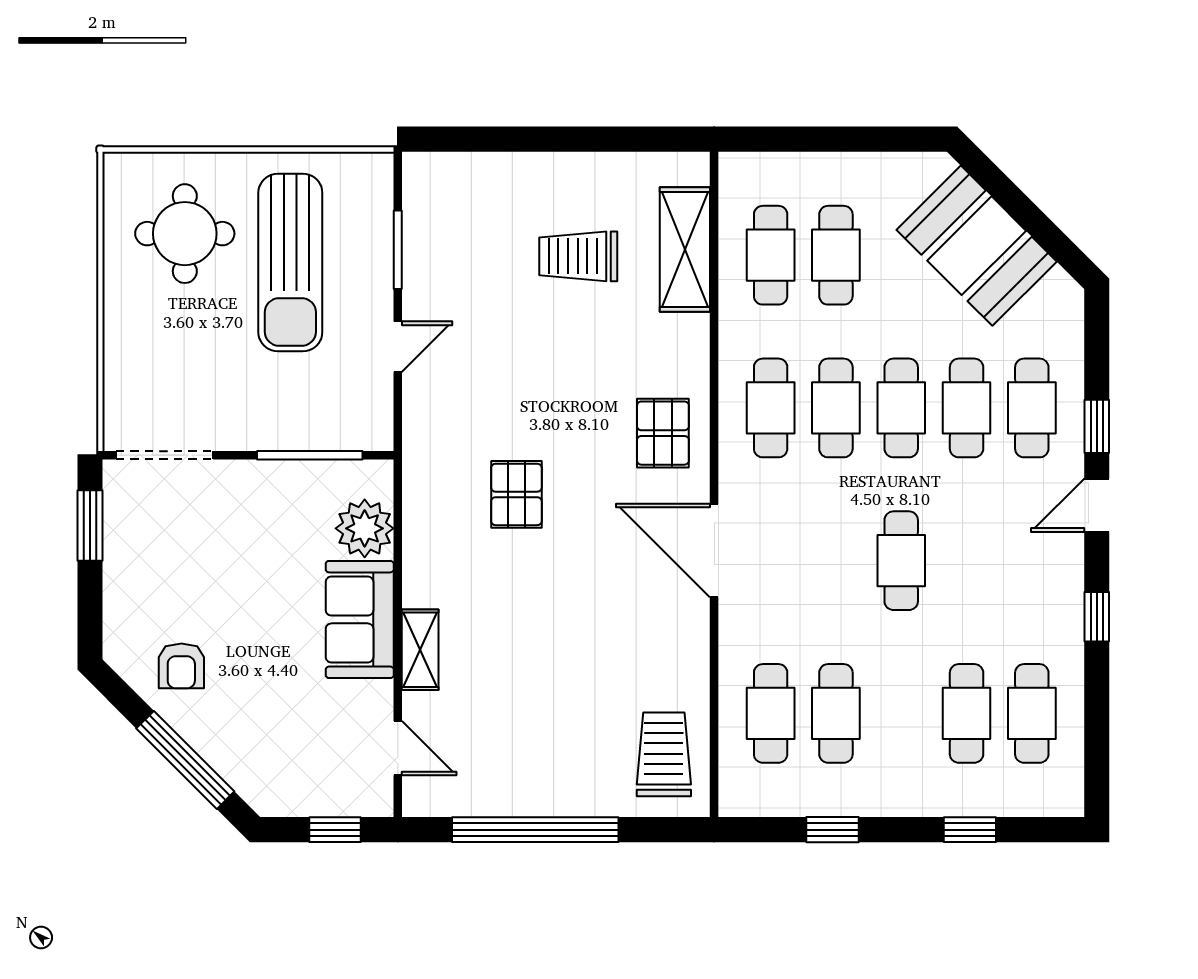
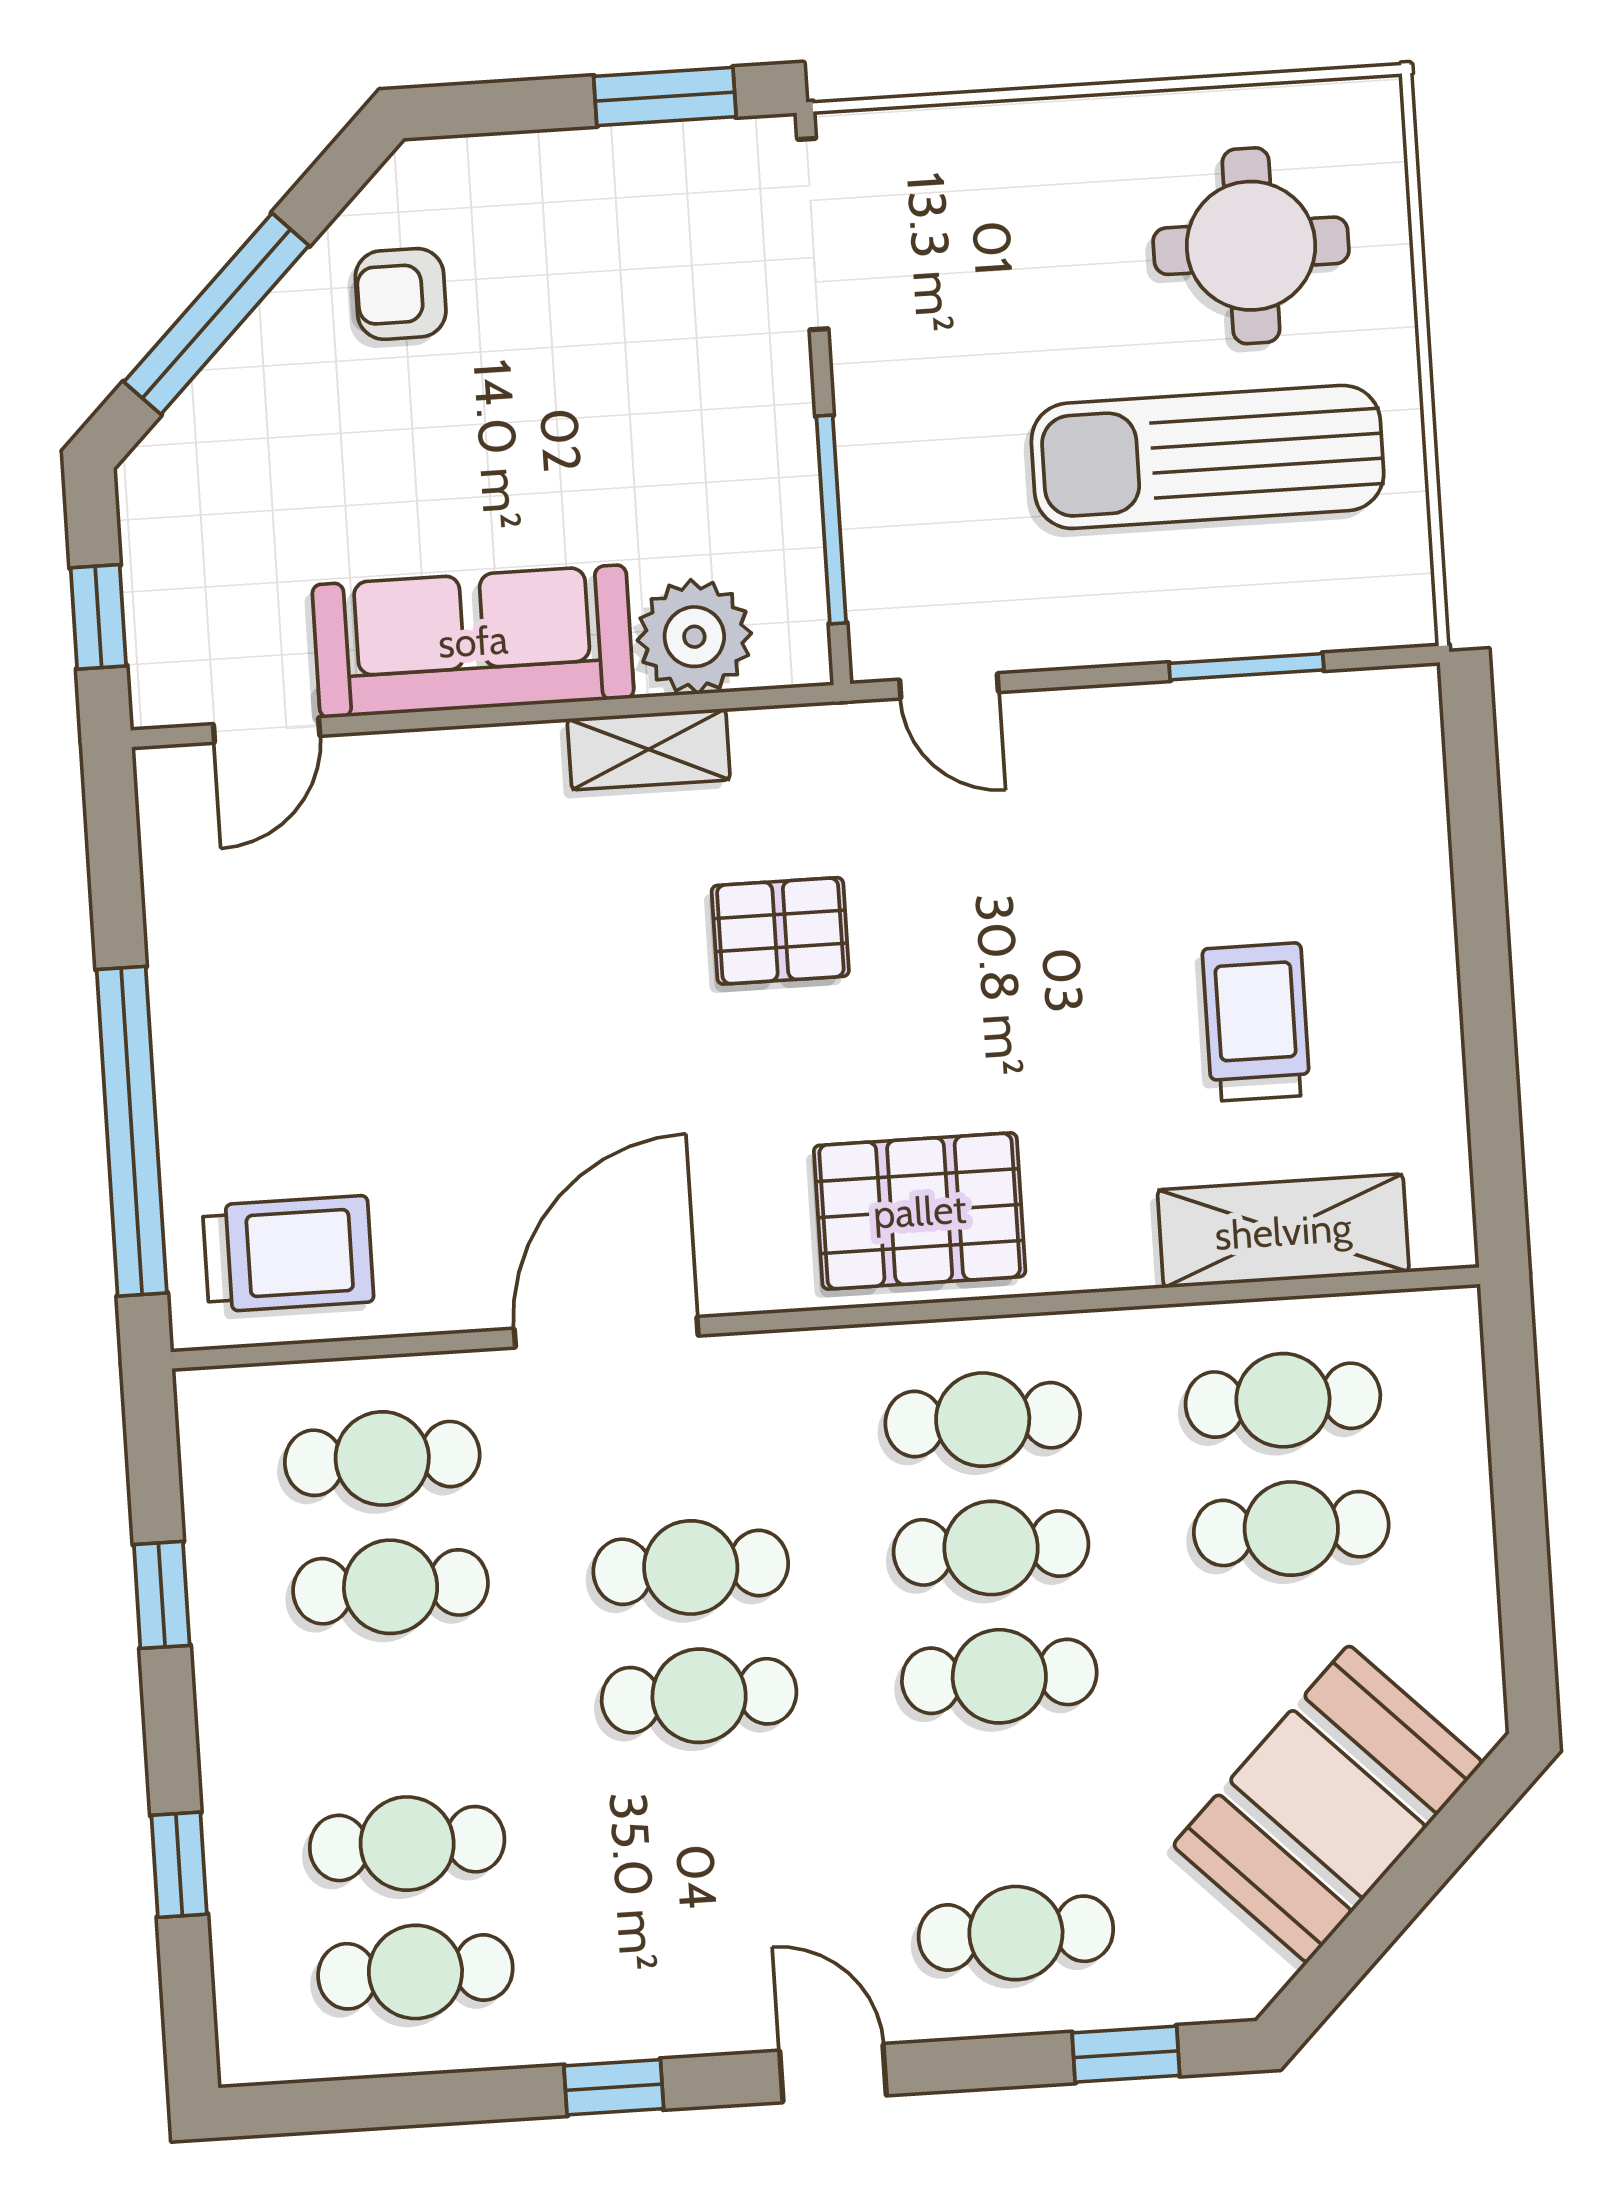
door: (398, 347) -> (949, 686), moved
cafe table: (967, 408) -> (691, 1567), moved
window: (1097, 426) -> (1126, 2054), moved
pallet: (663, 433) -> (920, 1211), width x1.50, depth x1.42
door: (714, 550) -> (606, 1332), moved
sofa: (360, 619) -> (473, 641), width x1.36
shelving: (420, 650) -> (649, 749), moved
window: (535, 830) -> (132, 1131), moved

